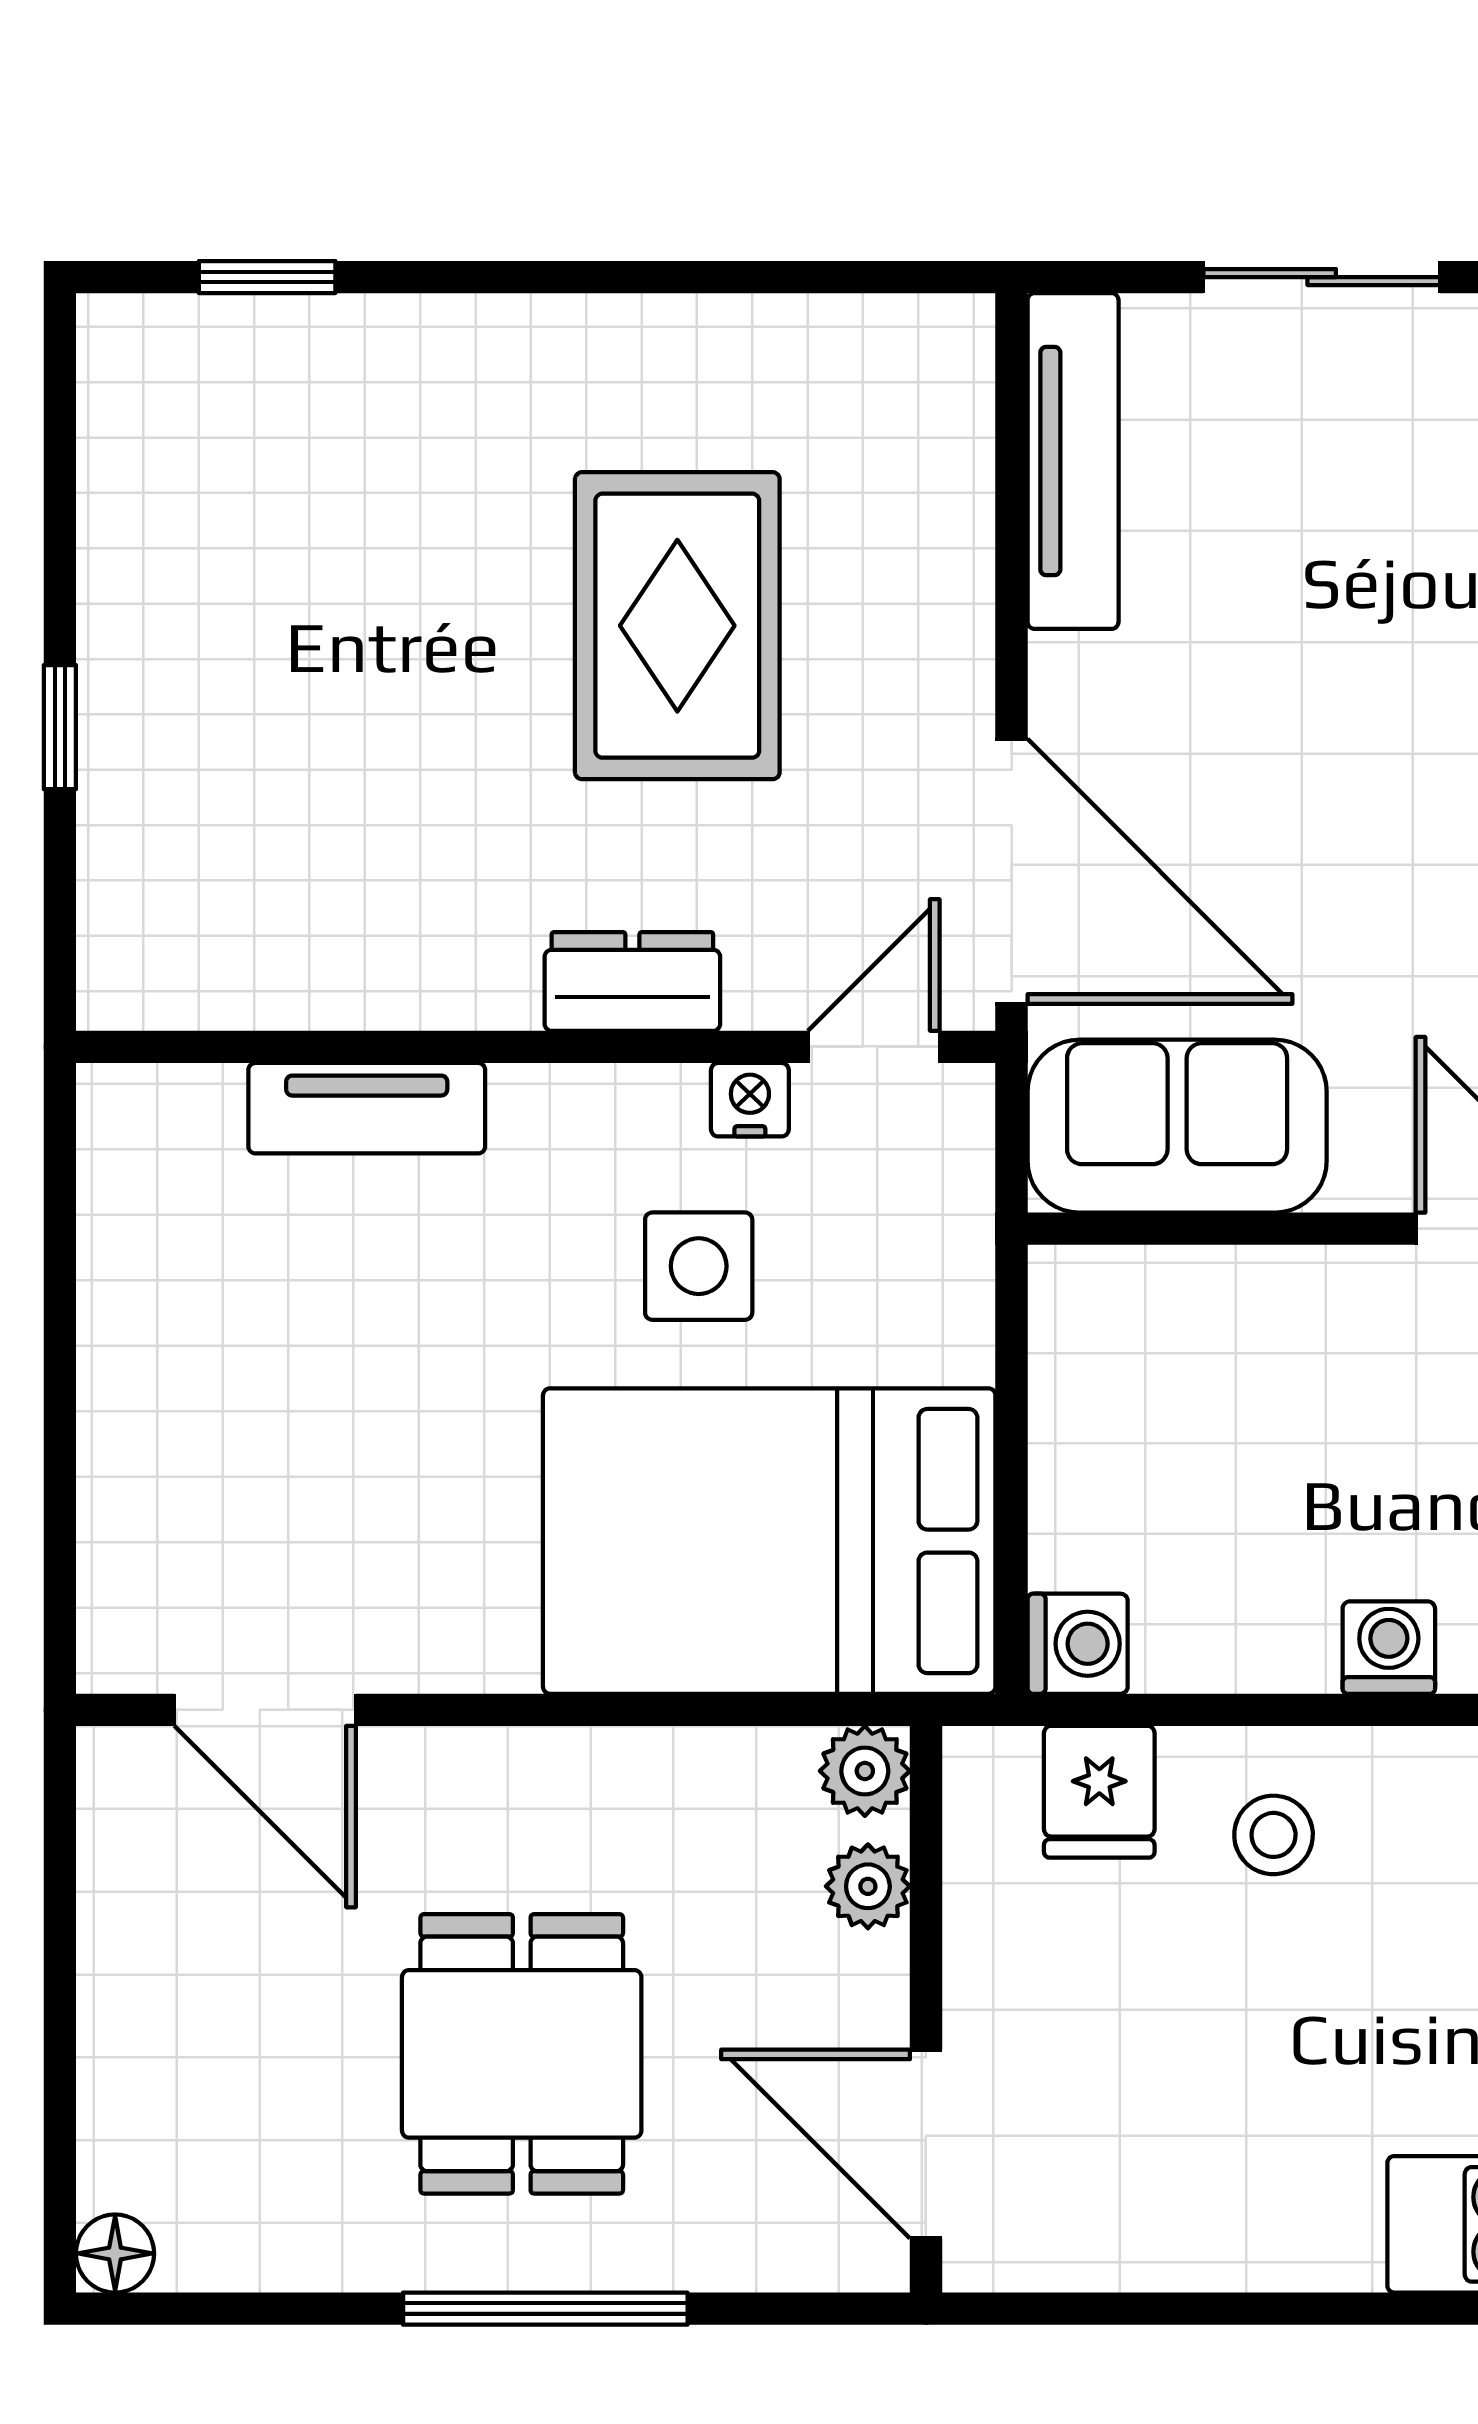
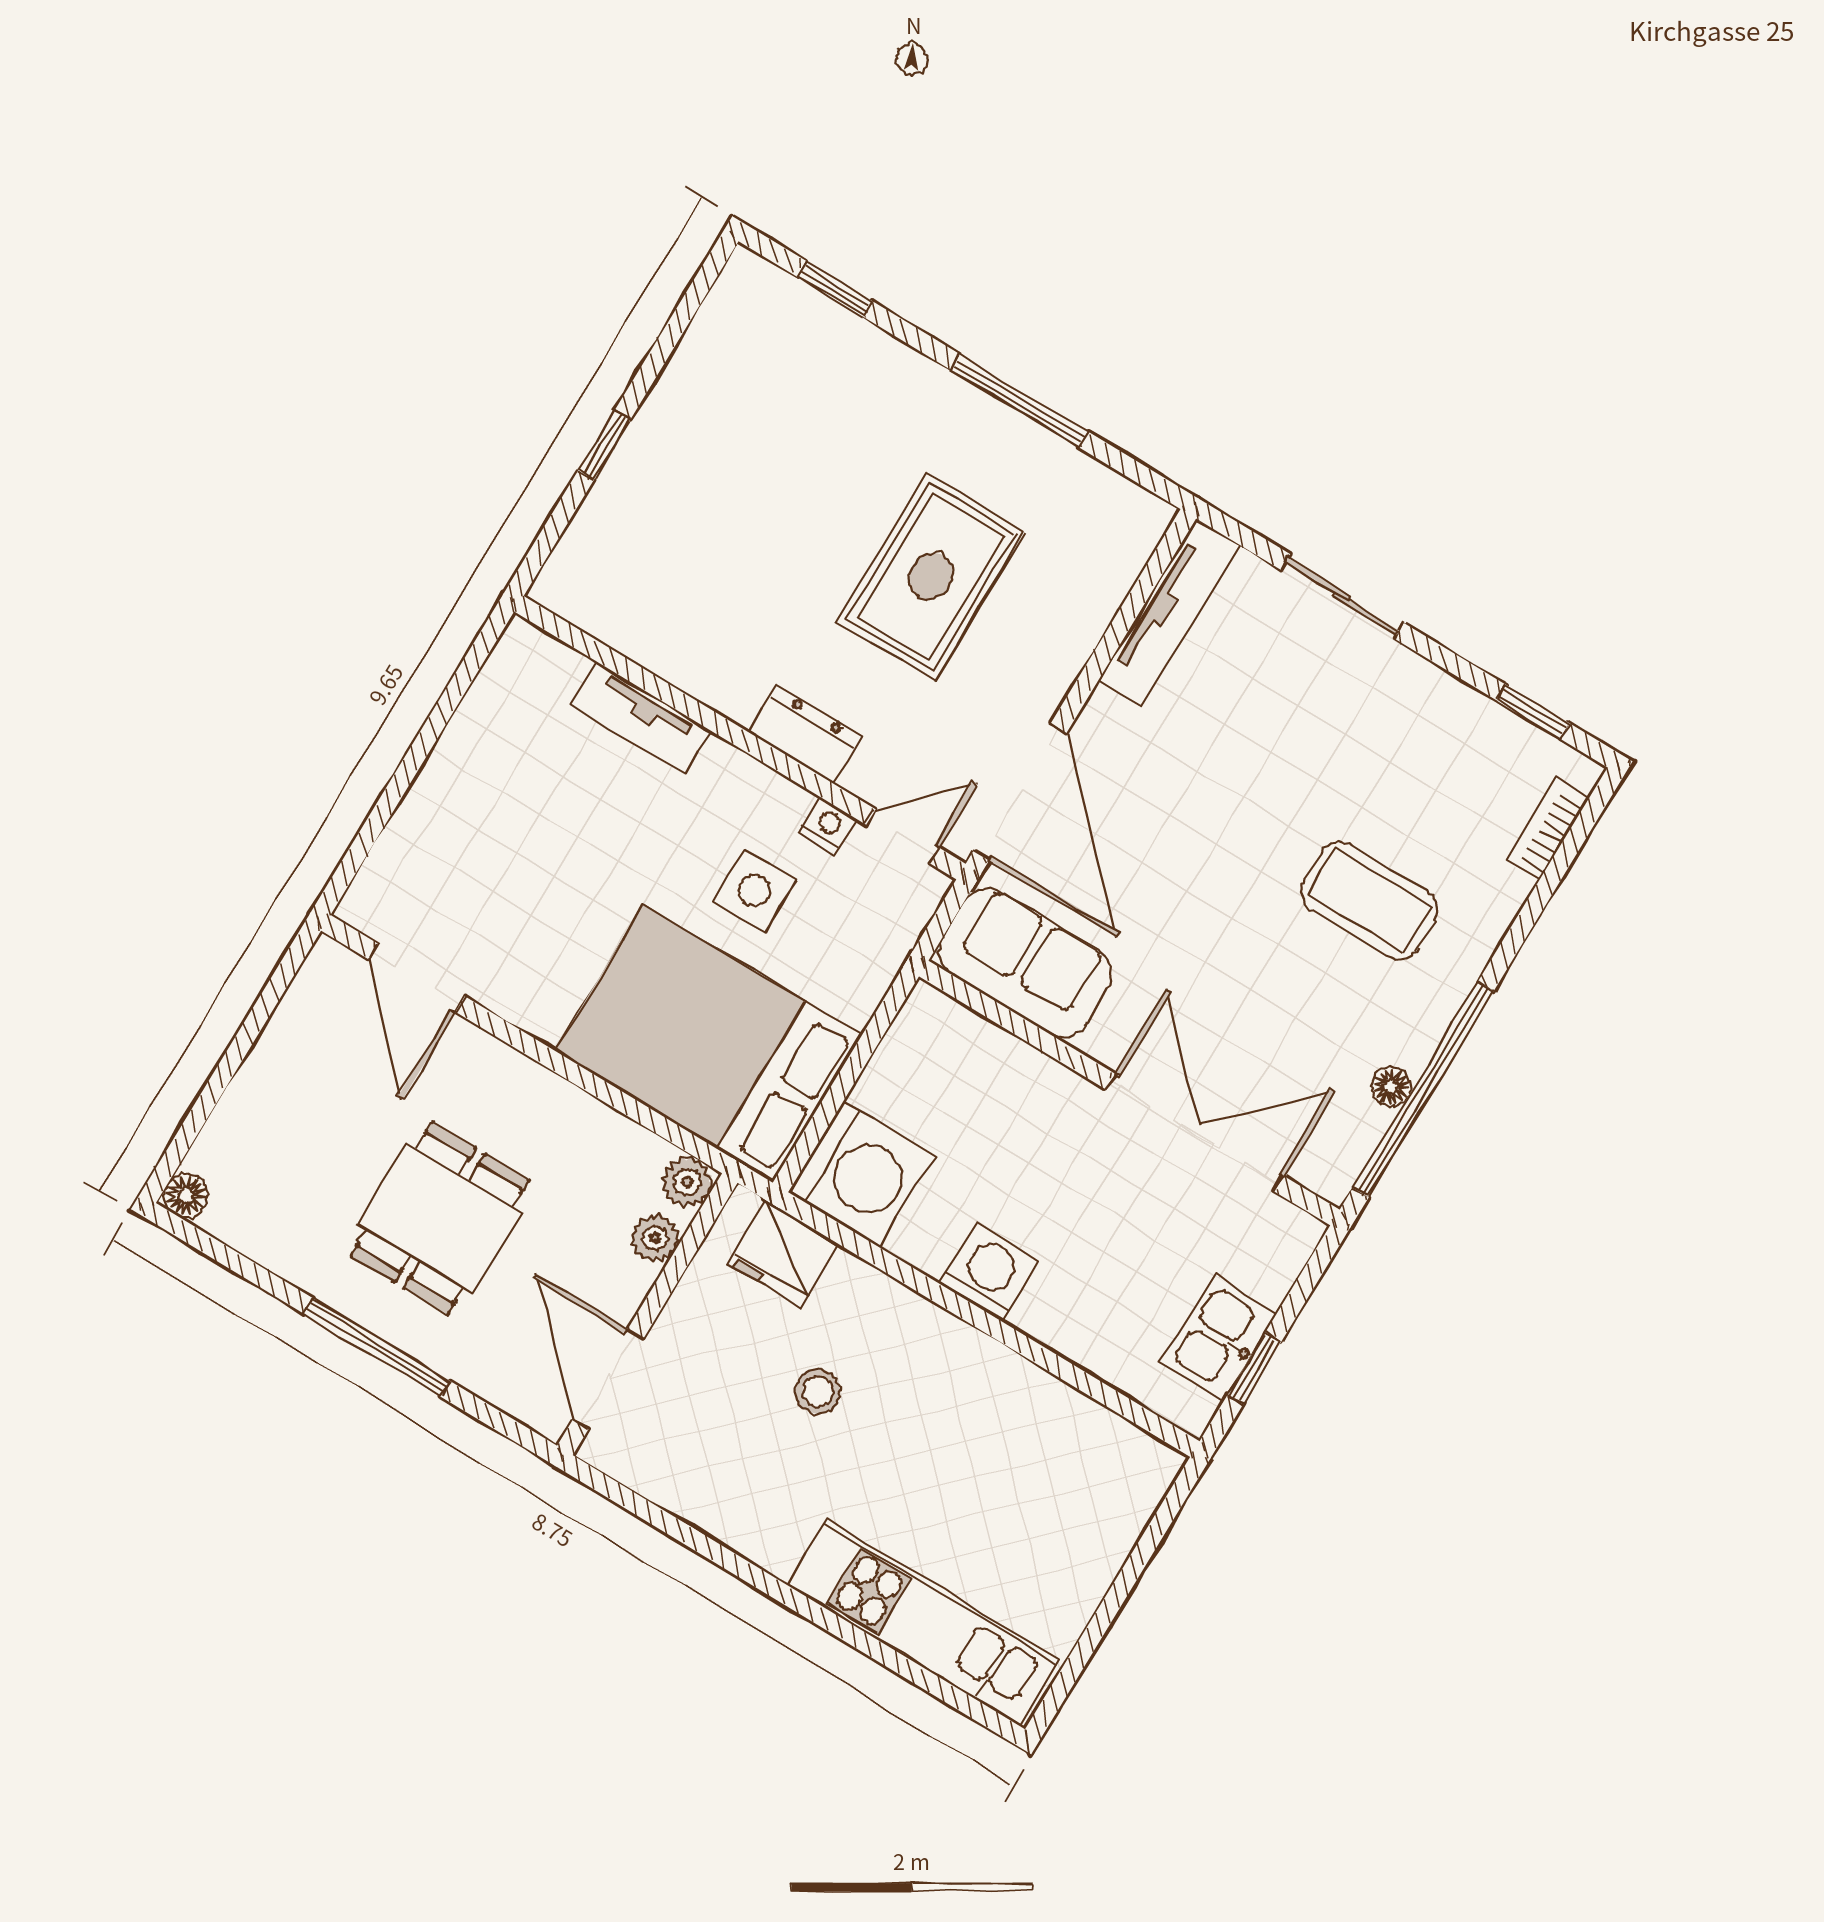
window: (650, 277) -> (1019, 401), added
washing machine: (1078, 1644) -> (861, 1174), width x1.89, depth x1.89
washing machine: (1389, 1648) -> (989, 1272), width x1.38, depth x1.38
fridge: (1099, 1792) -> (784, 1254), width x1.38
stool: (1274, 1835) -> (818, 1391), moved

